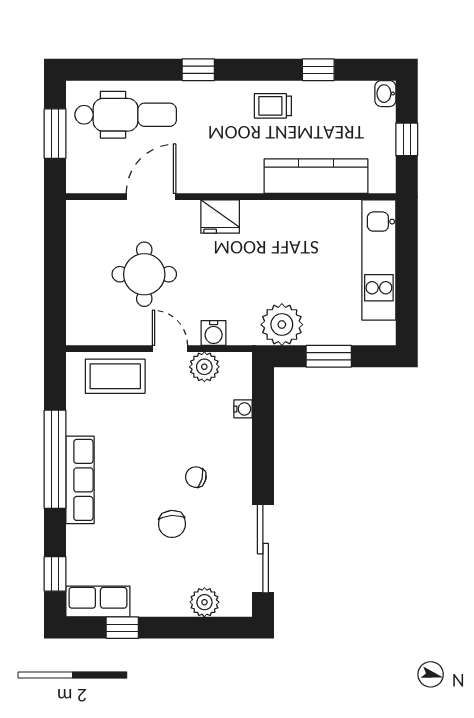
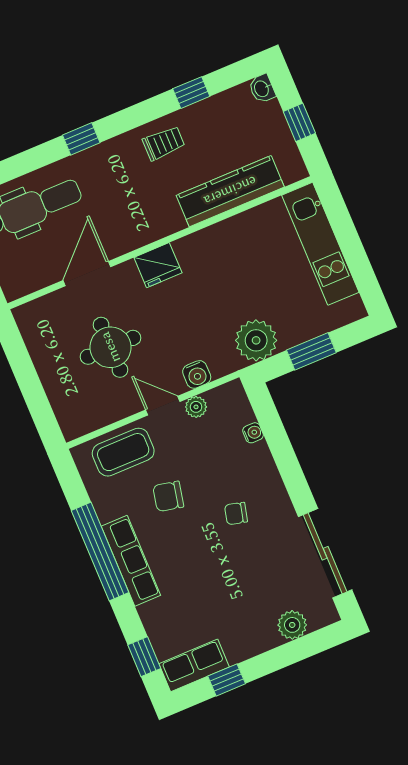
trolley: (273, 106) -> (164, 143), turned 180
plant: (204, 367) -> (196, 407), width x0.73, depth x0.73
chair: (172, 524) -> (168, 496), moved, turned 106

